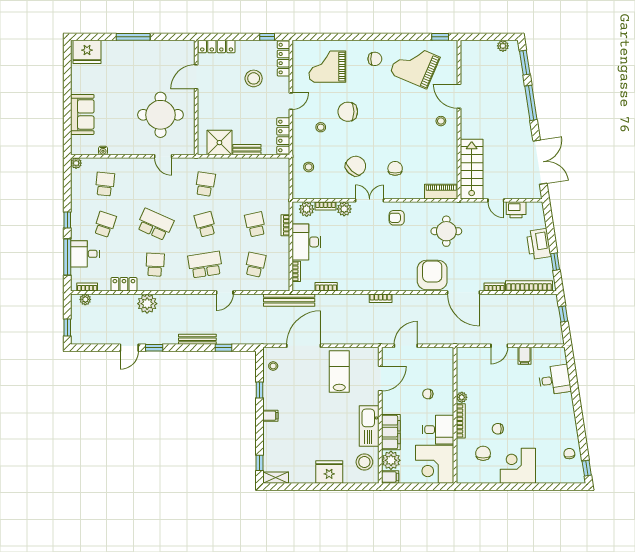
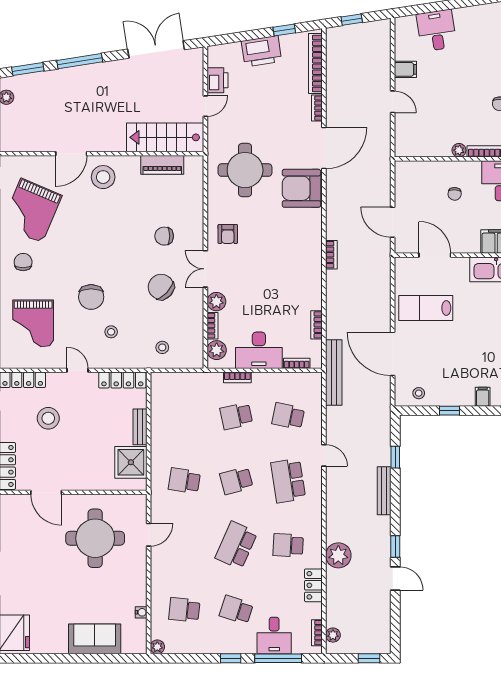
stool: (441, 121) -> (103, 177), width x1.89, depth x1.89
piano: (441, 192) -> (162, 165), moved, turned -90
round table: (446, 231) -> (245, 170), width x1.36, depth x1.36

